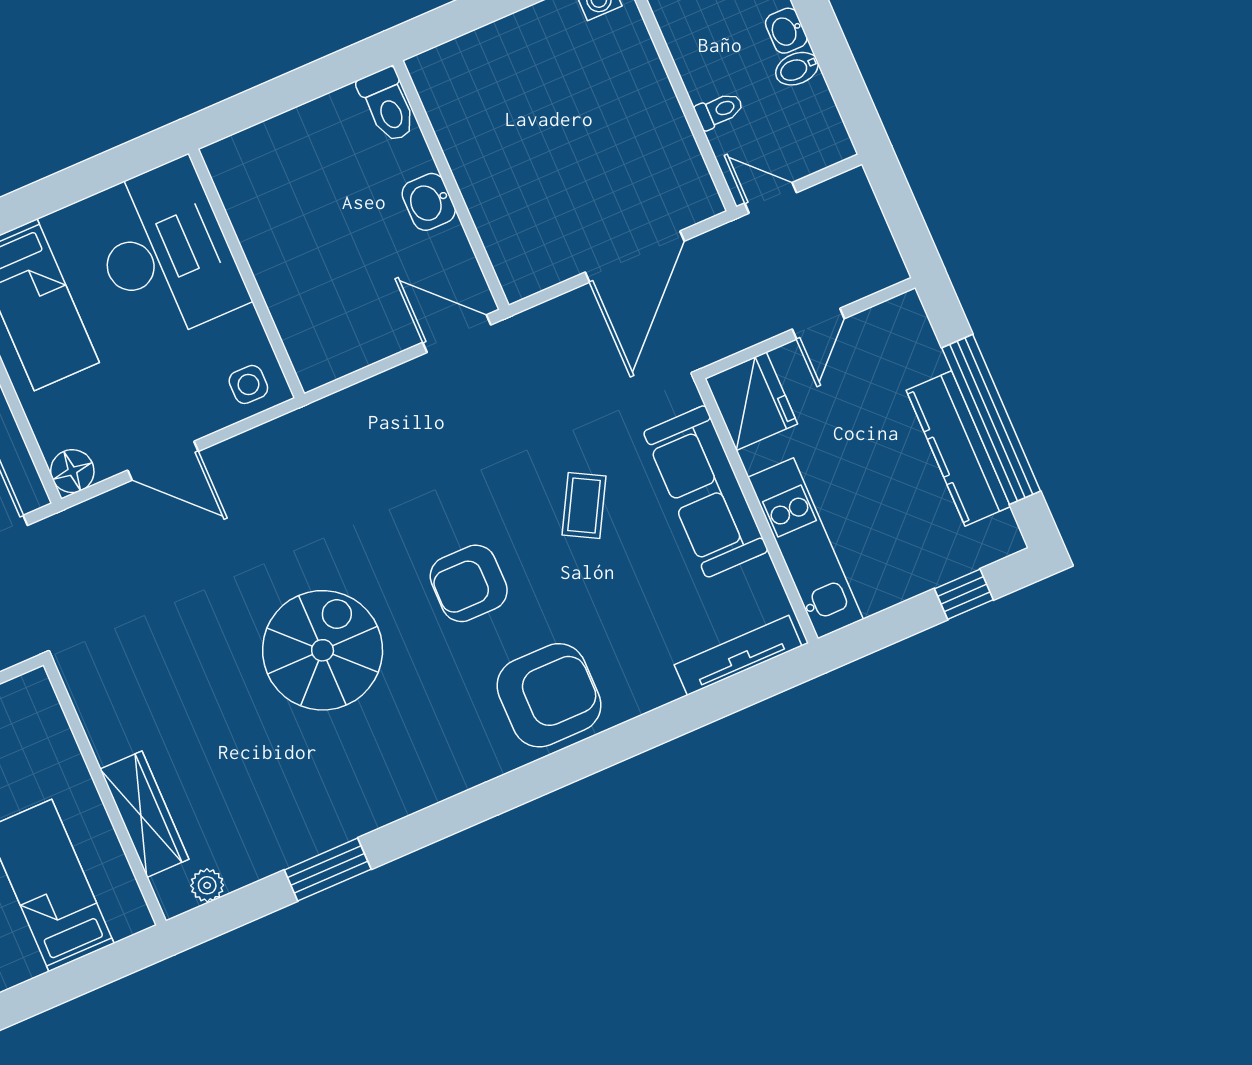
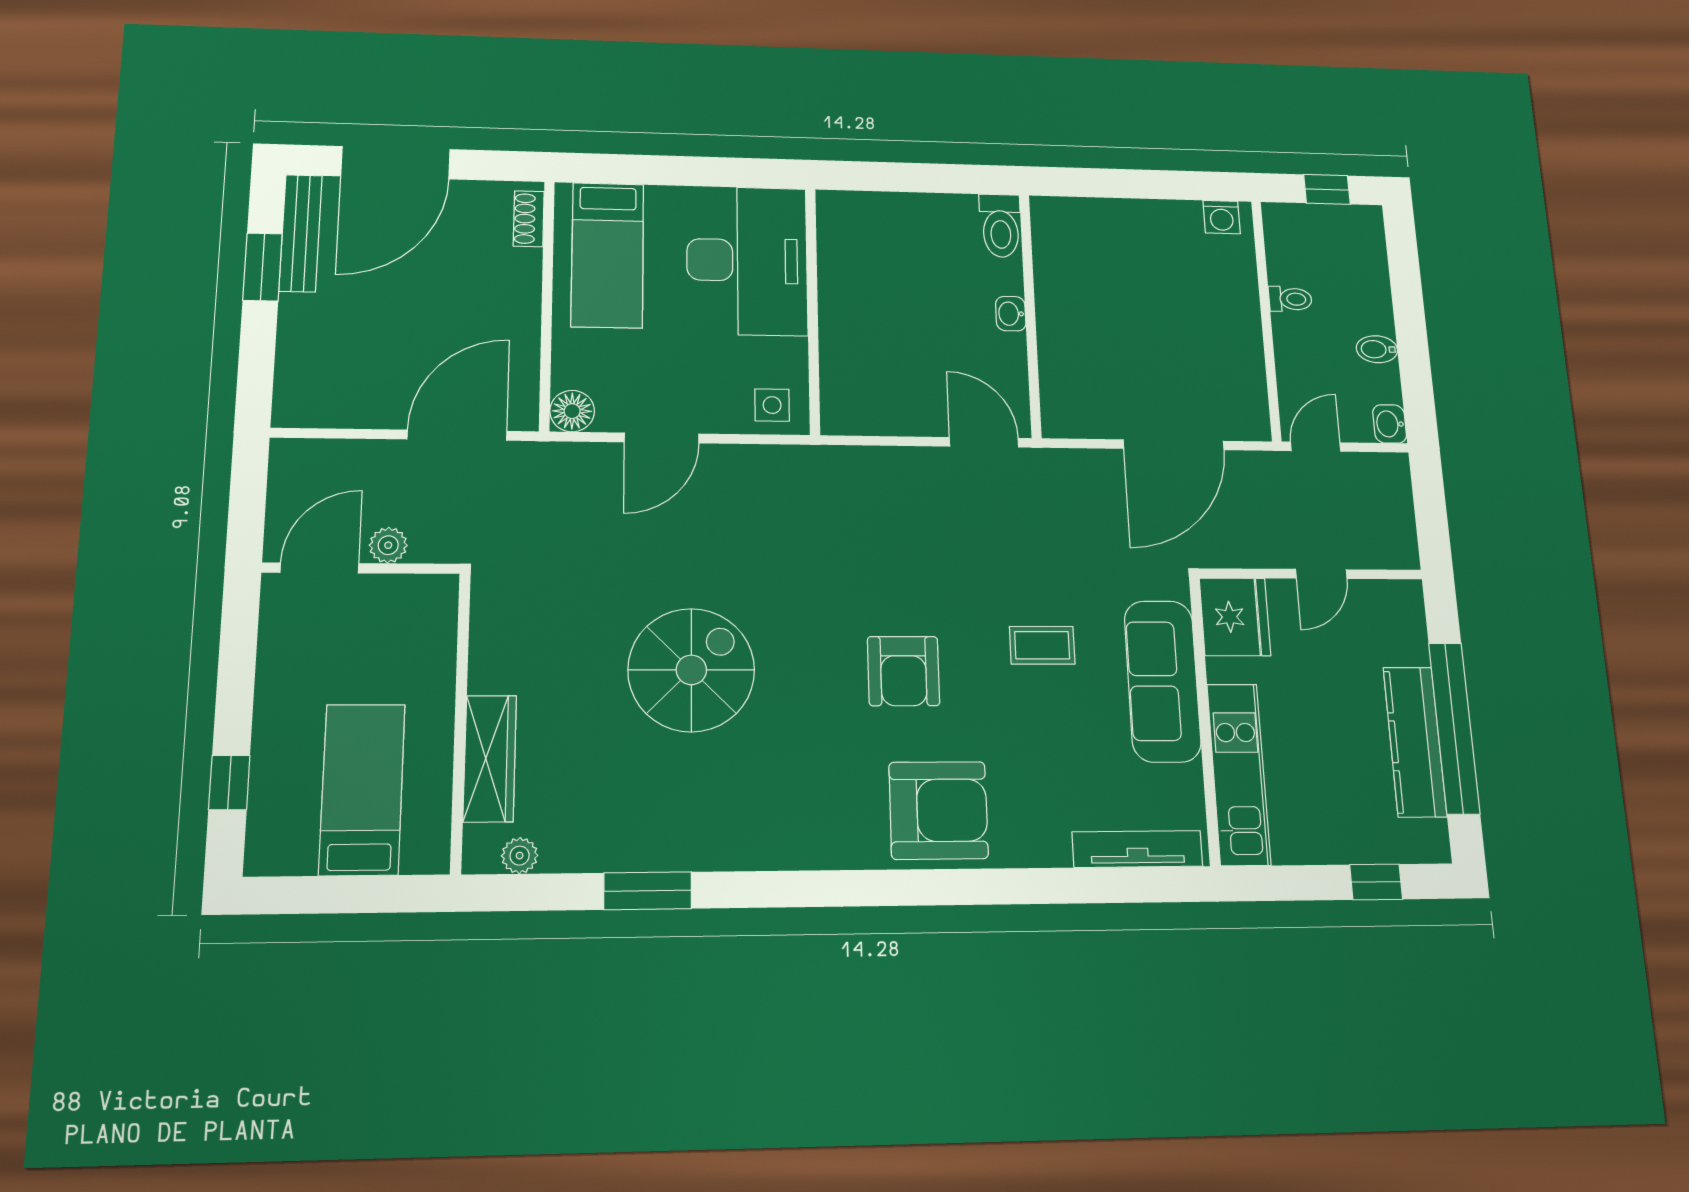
washbasin: (786, 31) -> (1390, 424), moved
toilet: (719, 111) -> (1290, 299), moved
door: (771, 198) -> (1316, 447), hinge flipped
washbasin: (429, 202) -> (1011, 314), width x0.72, depth x0.69
door: (163, 461) -> (662, 438), hinge flipped
coffee table: (584, 505) -> (1042, 645), turned 61
armchair: (469, 583) -> (903, 671), turned -90
spiral stairs: (323, 650) -> (691, 670), moved

